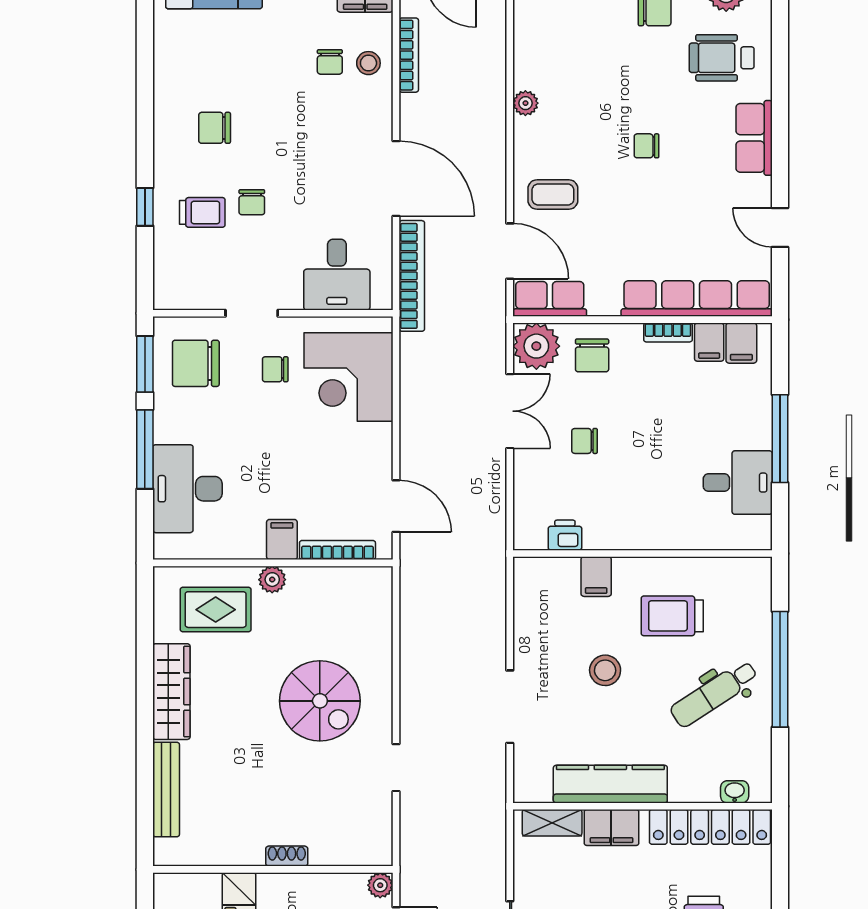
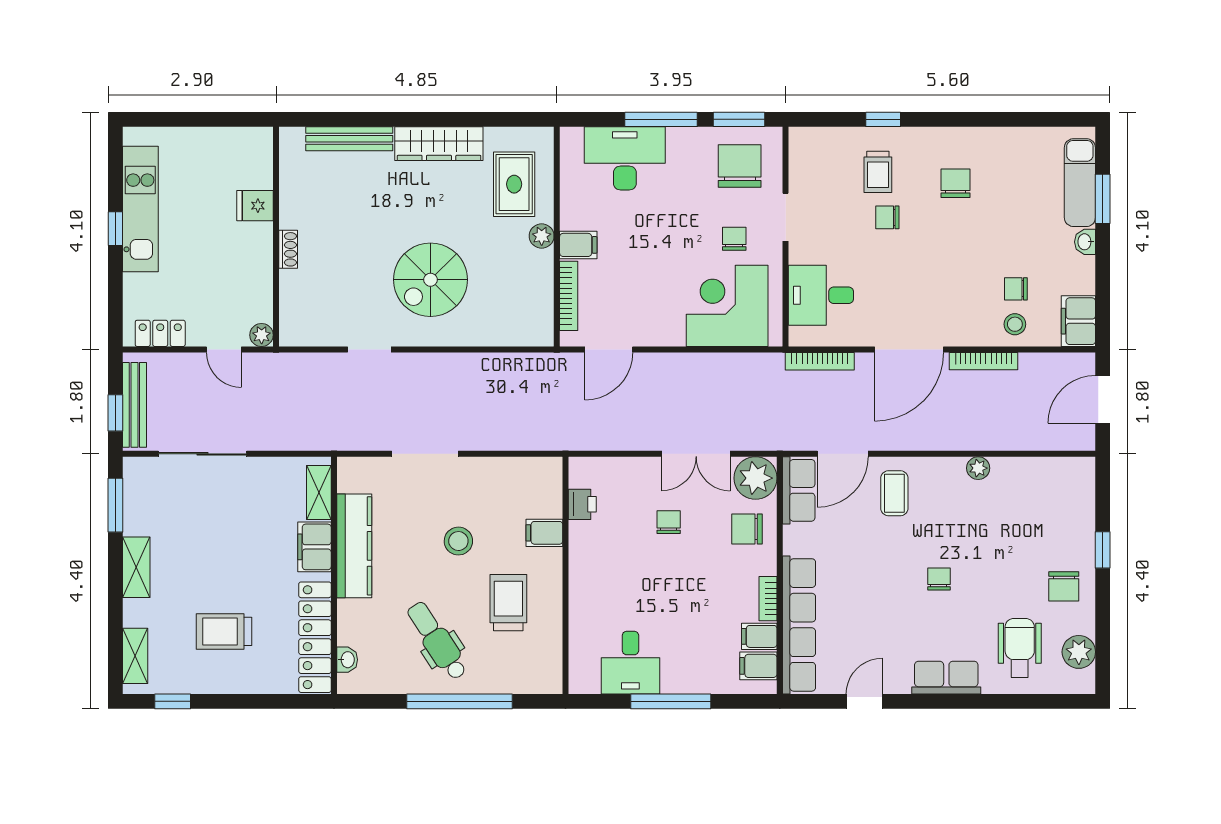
bookcase: (409, 55) -> (983, 361), moved
bookcase: (412, 276) -> (820, 361), width x0.68, depth x0.76

